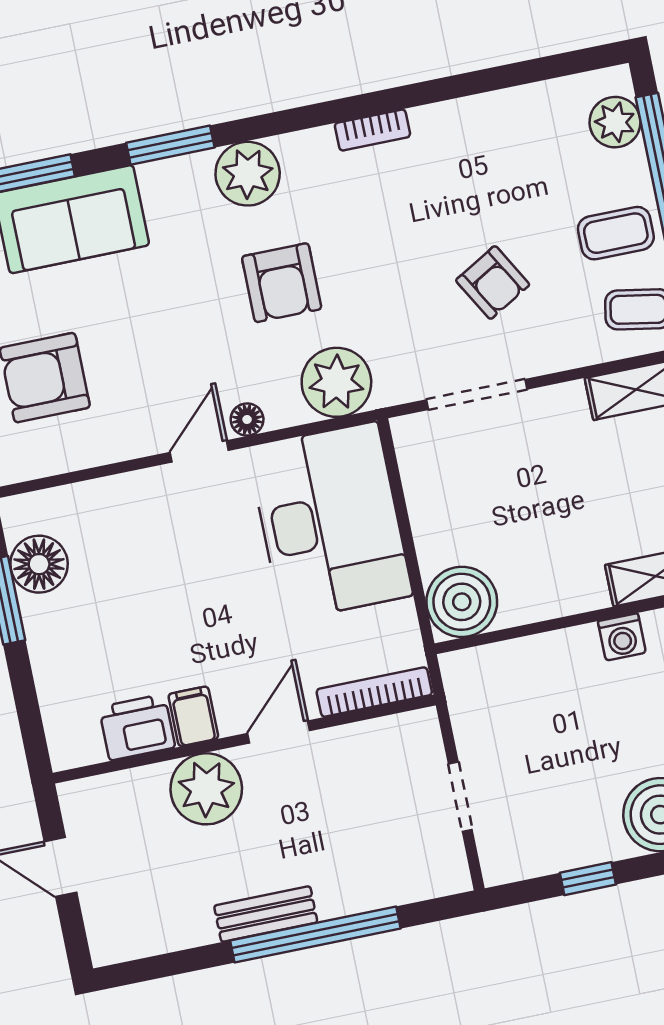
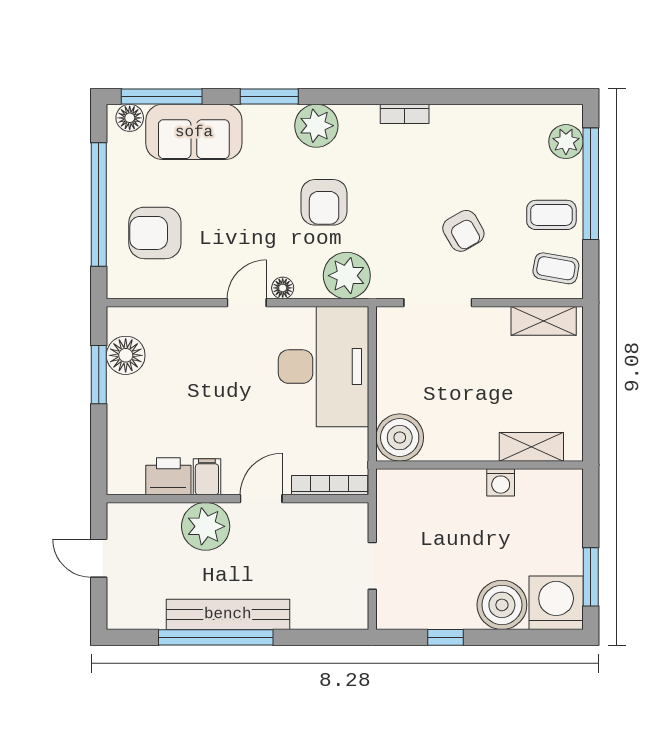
bench: (266, 914) -> (228, 614), width x1.86, depth x1.21
window: (315, 935) -> (216, 637), moved

